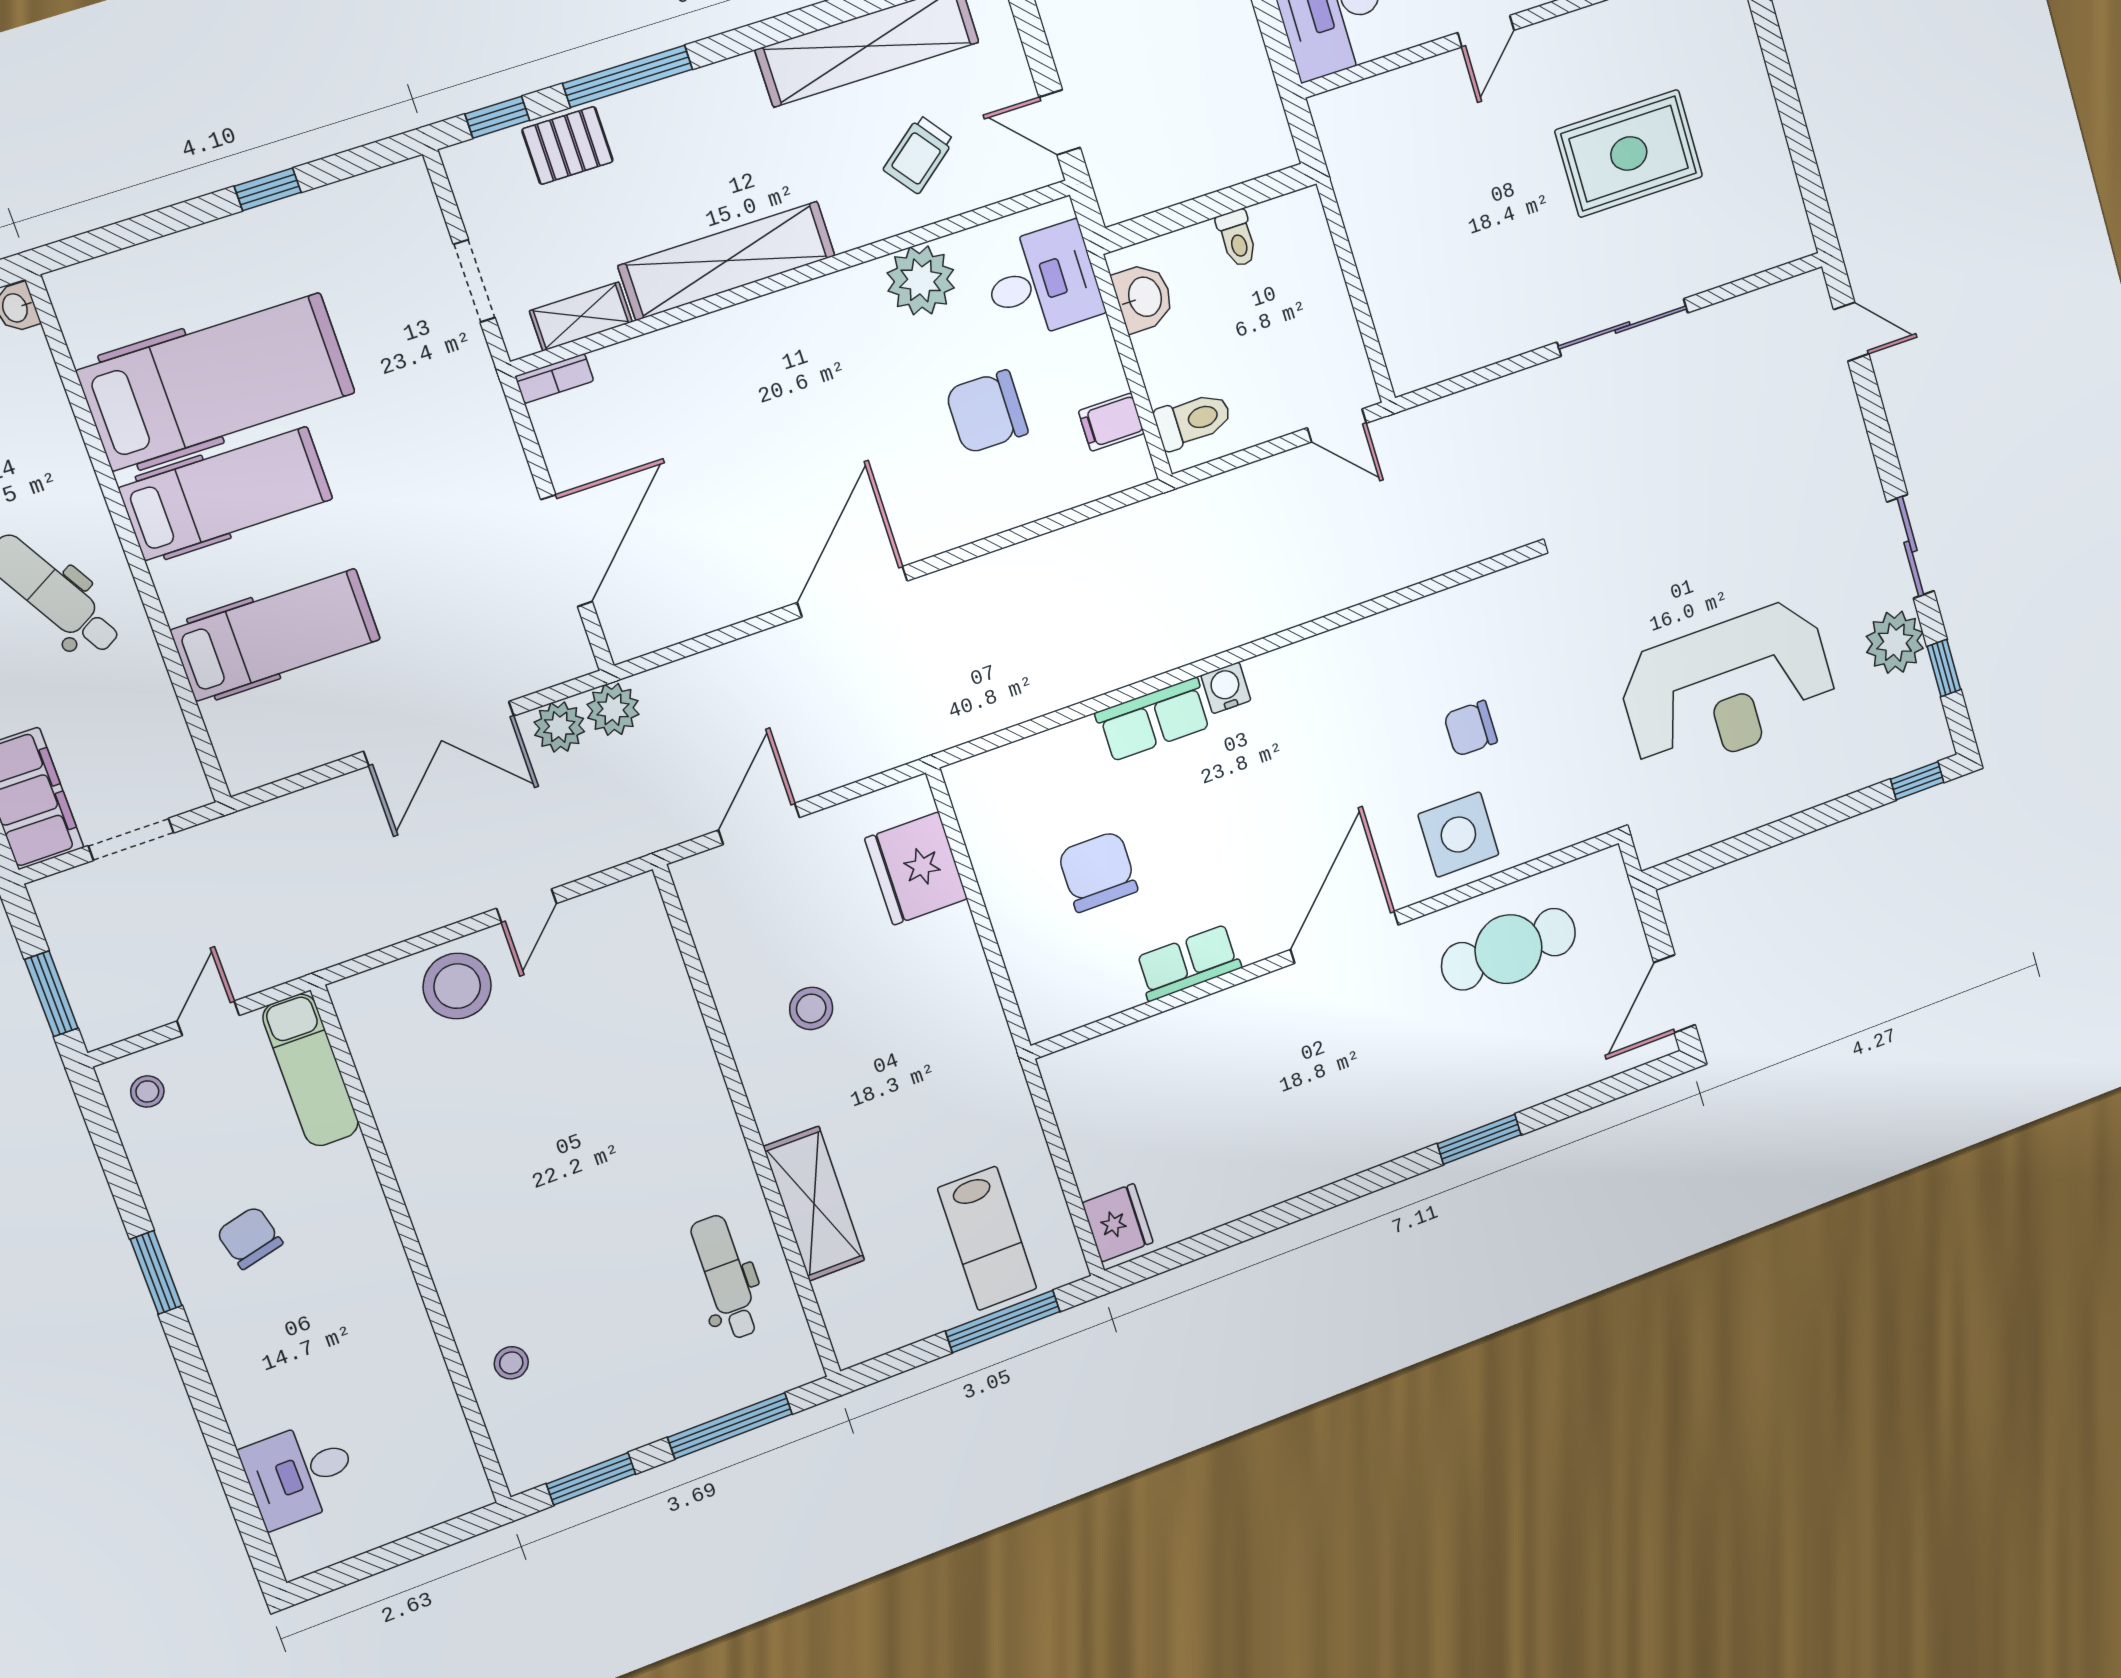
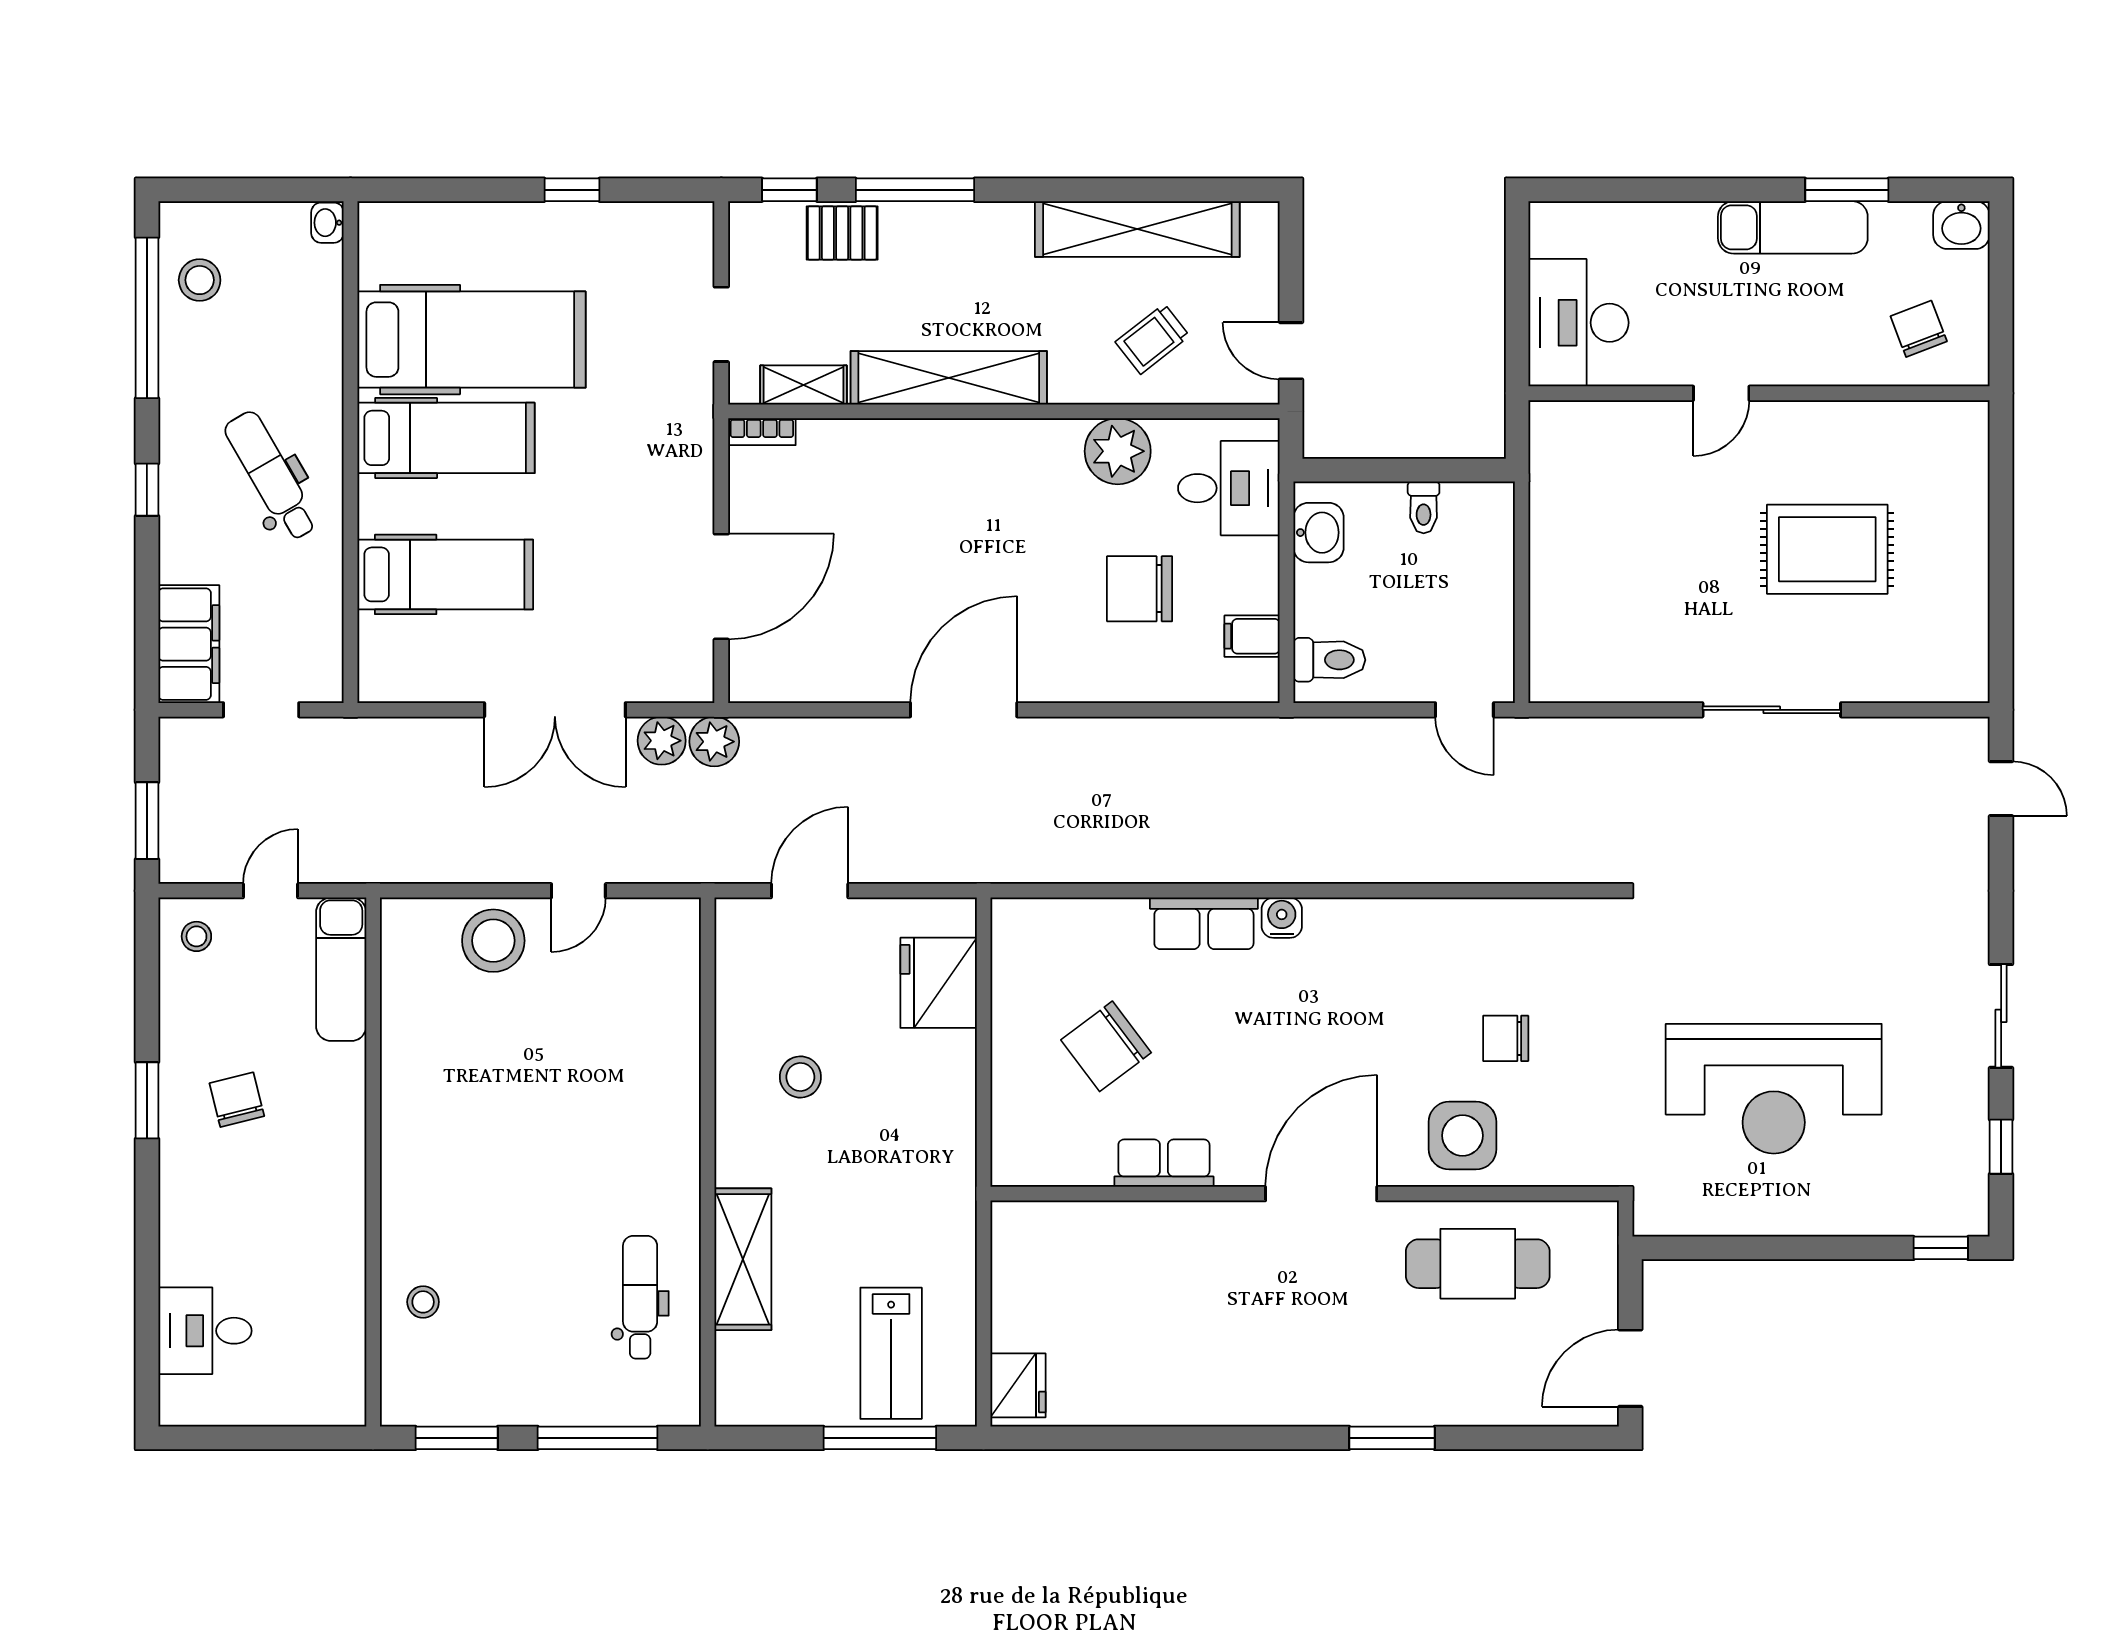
plant: (1895, 642) -> (1958, 1104), removed
chair: (1098, 872) -> (1106, 1046), turned -127

